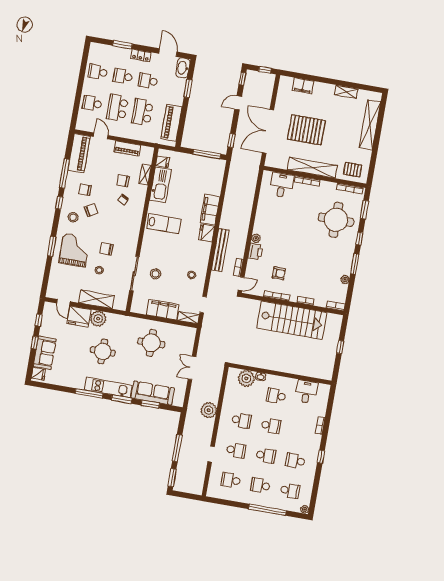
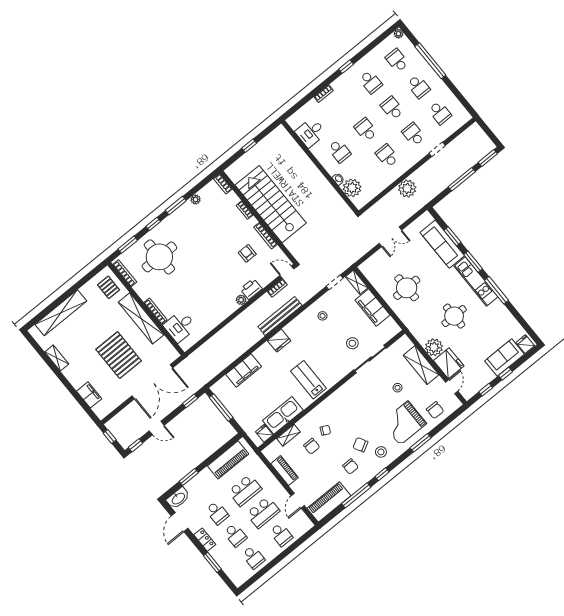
filing cabinet: (210, 210) -> (244, 370), moved
chair: (106, 249) -> (435, 410), moved

